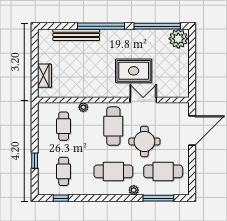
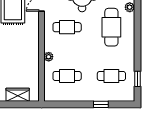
cafe table: (113, 126) -> (67, 27), width x0.73, depth x0.74

